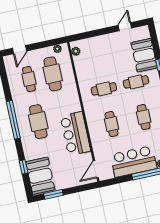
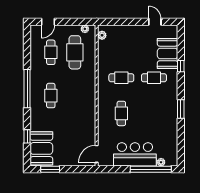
door: (125, 27) -> (155, 22), hinge flipped
cafe table: (144, 117) -> (154, 113), removed
cafe table: (38, 122) -> (51, 96), width x0.73, depth x0.74
bar counter: (75, 133) -> (84, 115), removed

